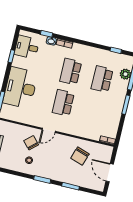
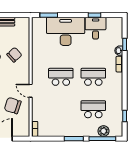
desk: (27, 47) -> (96, 28), moved
door: (49, 130) -> (31, 91), moved

